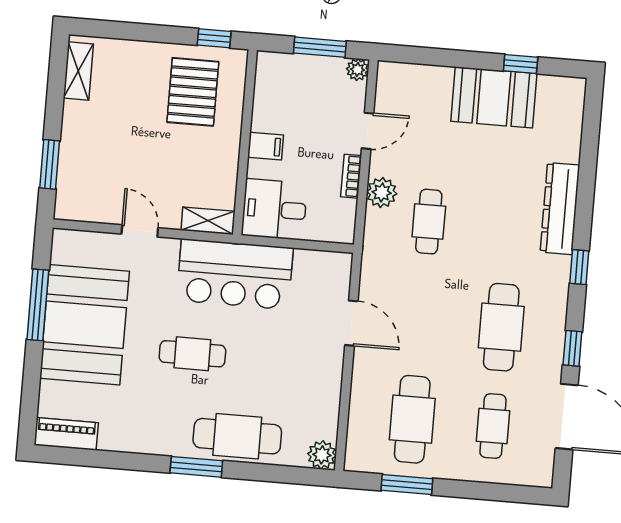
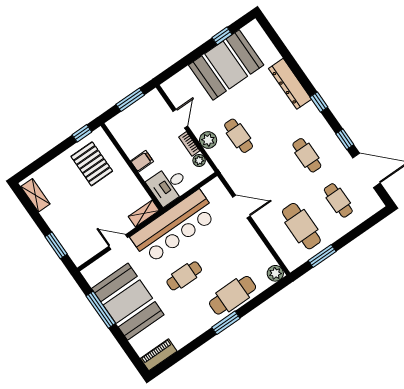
plant: (358, 70) -> (199, 160), moved
booth: (494, 97) -> (226, 65), width x1.36, depth x1.42
bar counter: (235, 274) -> (174, 227), width x1.36
cafe table: (501, 327) -> (307, 155), width x0.73, depth x0.74

